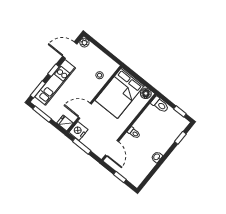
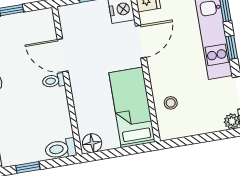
bed: (120, 93) -> (132, 107), width x0.67
door: (112, 148) -> (63, 55), moved

